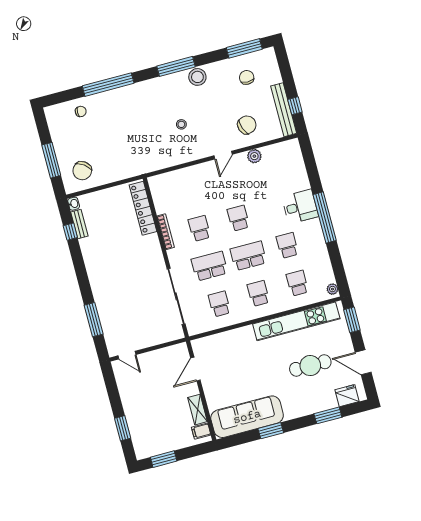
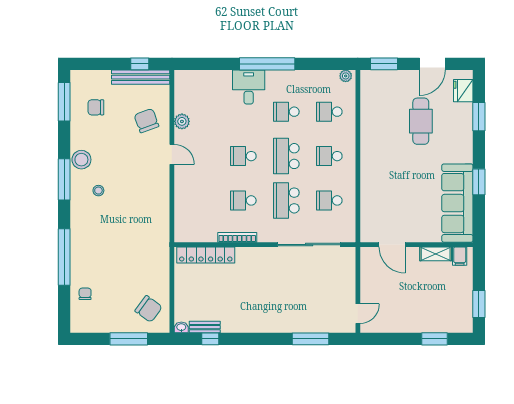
stool: (181, 124) -> (98, 191), moved
kitchen unit: (296, 321) -> (370, 124), removed

